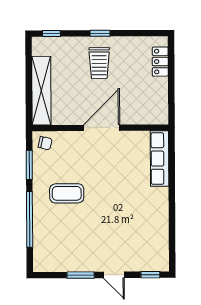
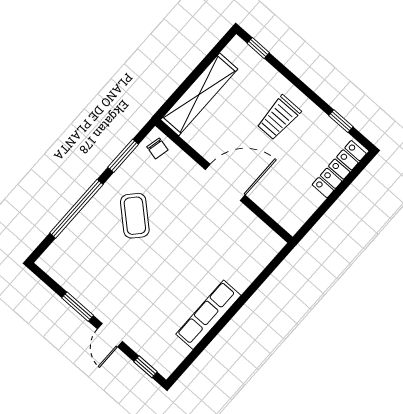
window: (100, 33) -> (341, 121), moved
locker: (160, 62) -> (339, 169), width x1.53
row of seats: (160, 159) -> (208, 315), moved
coffee table: (67, 193) -> (135, 216), turned 42

